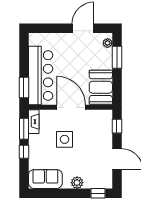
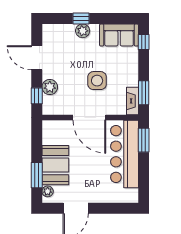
booth: (101, 87) -> (55, 165), moved
plant: (106, 134) -> (50, 87), added
window: (24, 152) -> (144, 42), moved
window: (98, 193) -> (81, 19), moved

